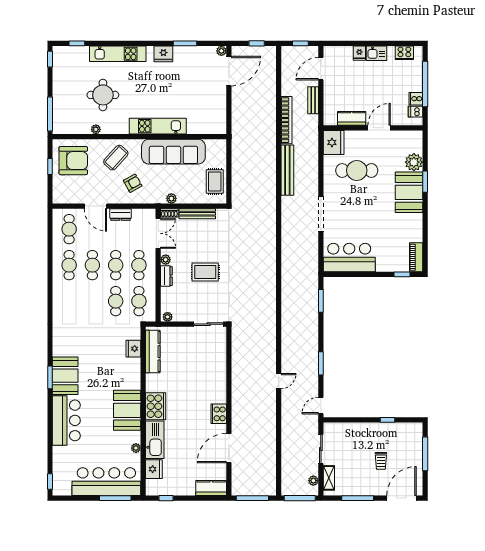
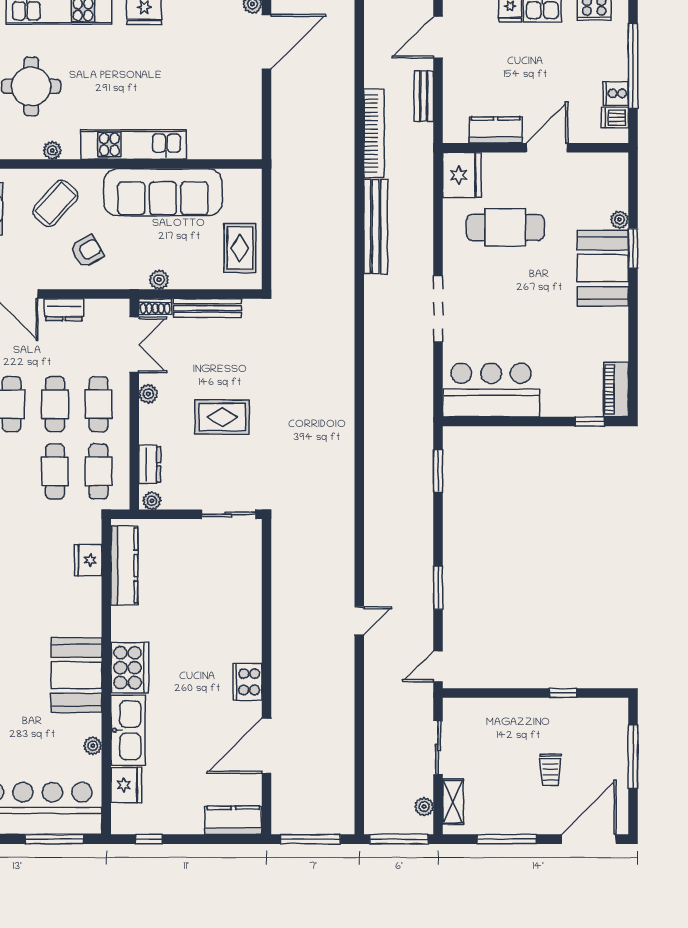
plant: (96, 129) -> (52, 151), moved
plant: (414, 162) -> (620, 220), width x0.53, depth x0.53
dresser: (166, 276) -> (150, 464), moved

